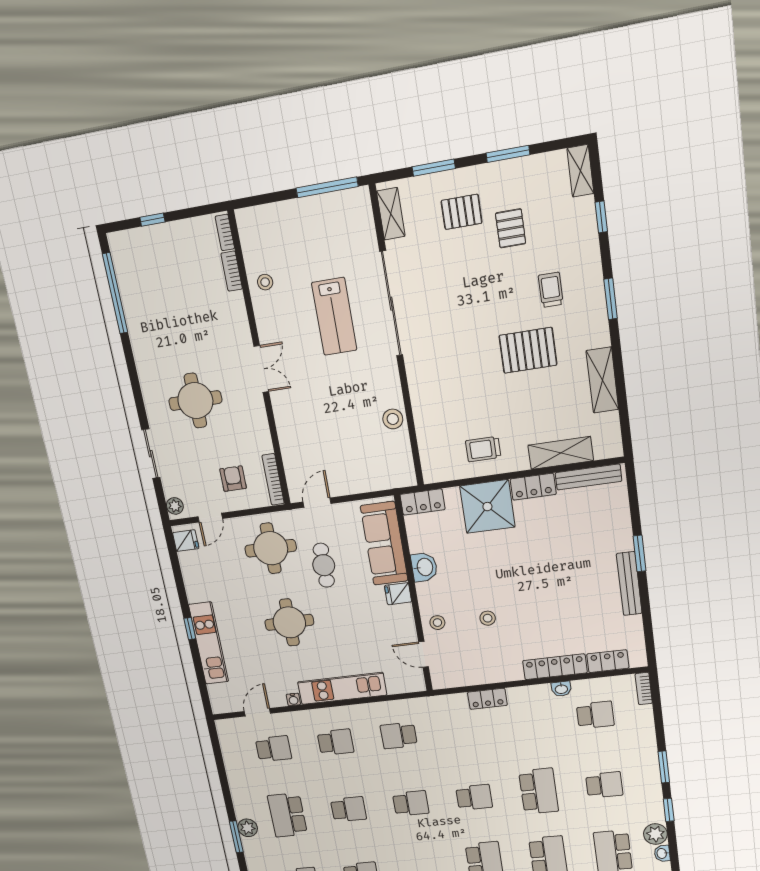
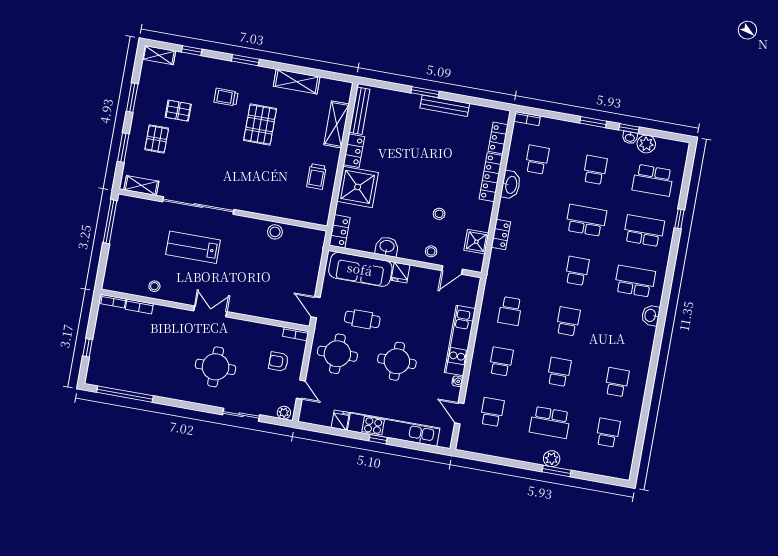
lab bench: (334, 316) -> (193, 247), turned 180
bookcase: (273, 479) -> (295, 334), width x0.64
fridge: (186, 541) -> (340, 420), moved
kitchen unit: (209, 643) -> (394, 429), width x1.36
shower: (468, 673) -> (476, 242), added
washbasin: (561, 689) -> (511, 185), width x1.91, depth x1.45
washbasin: (662, 853) -> (630, 138), moved

